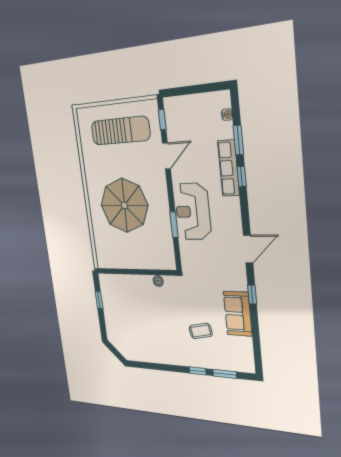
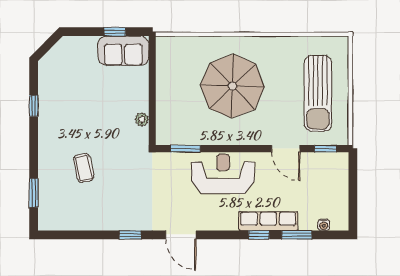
window: (174, 225) -> (185, 149), moved
sofa: (238, 314) -> (123, 51), moved, turned 180
window: (197, 371) -> (34, 106), moved

